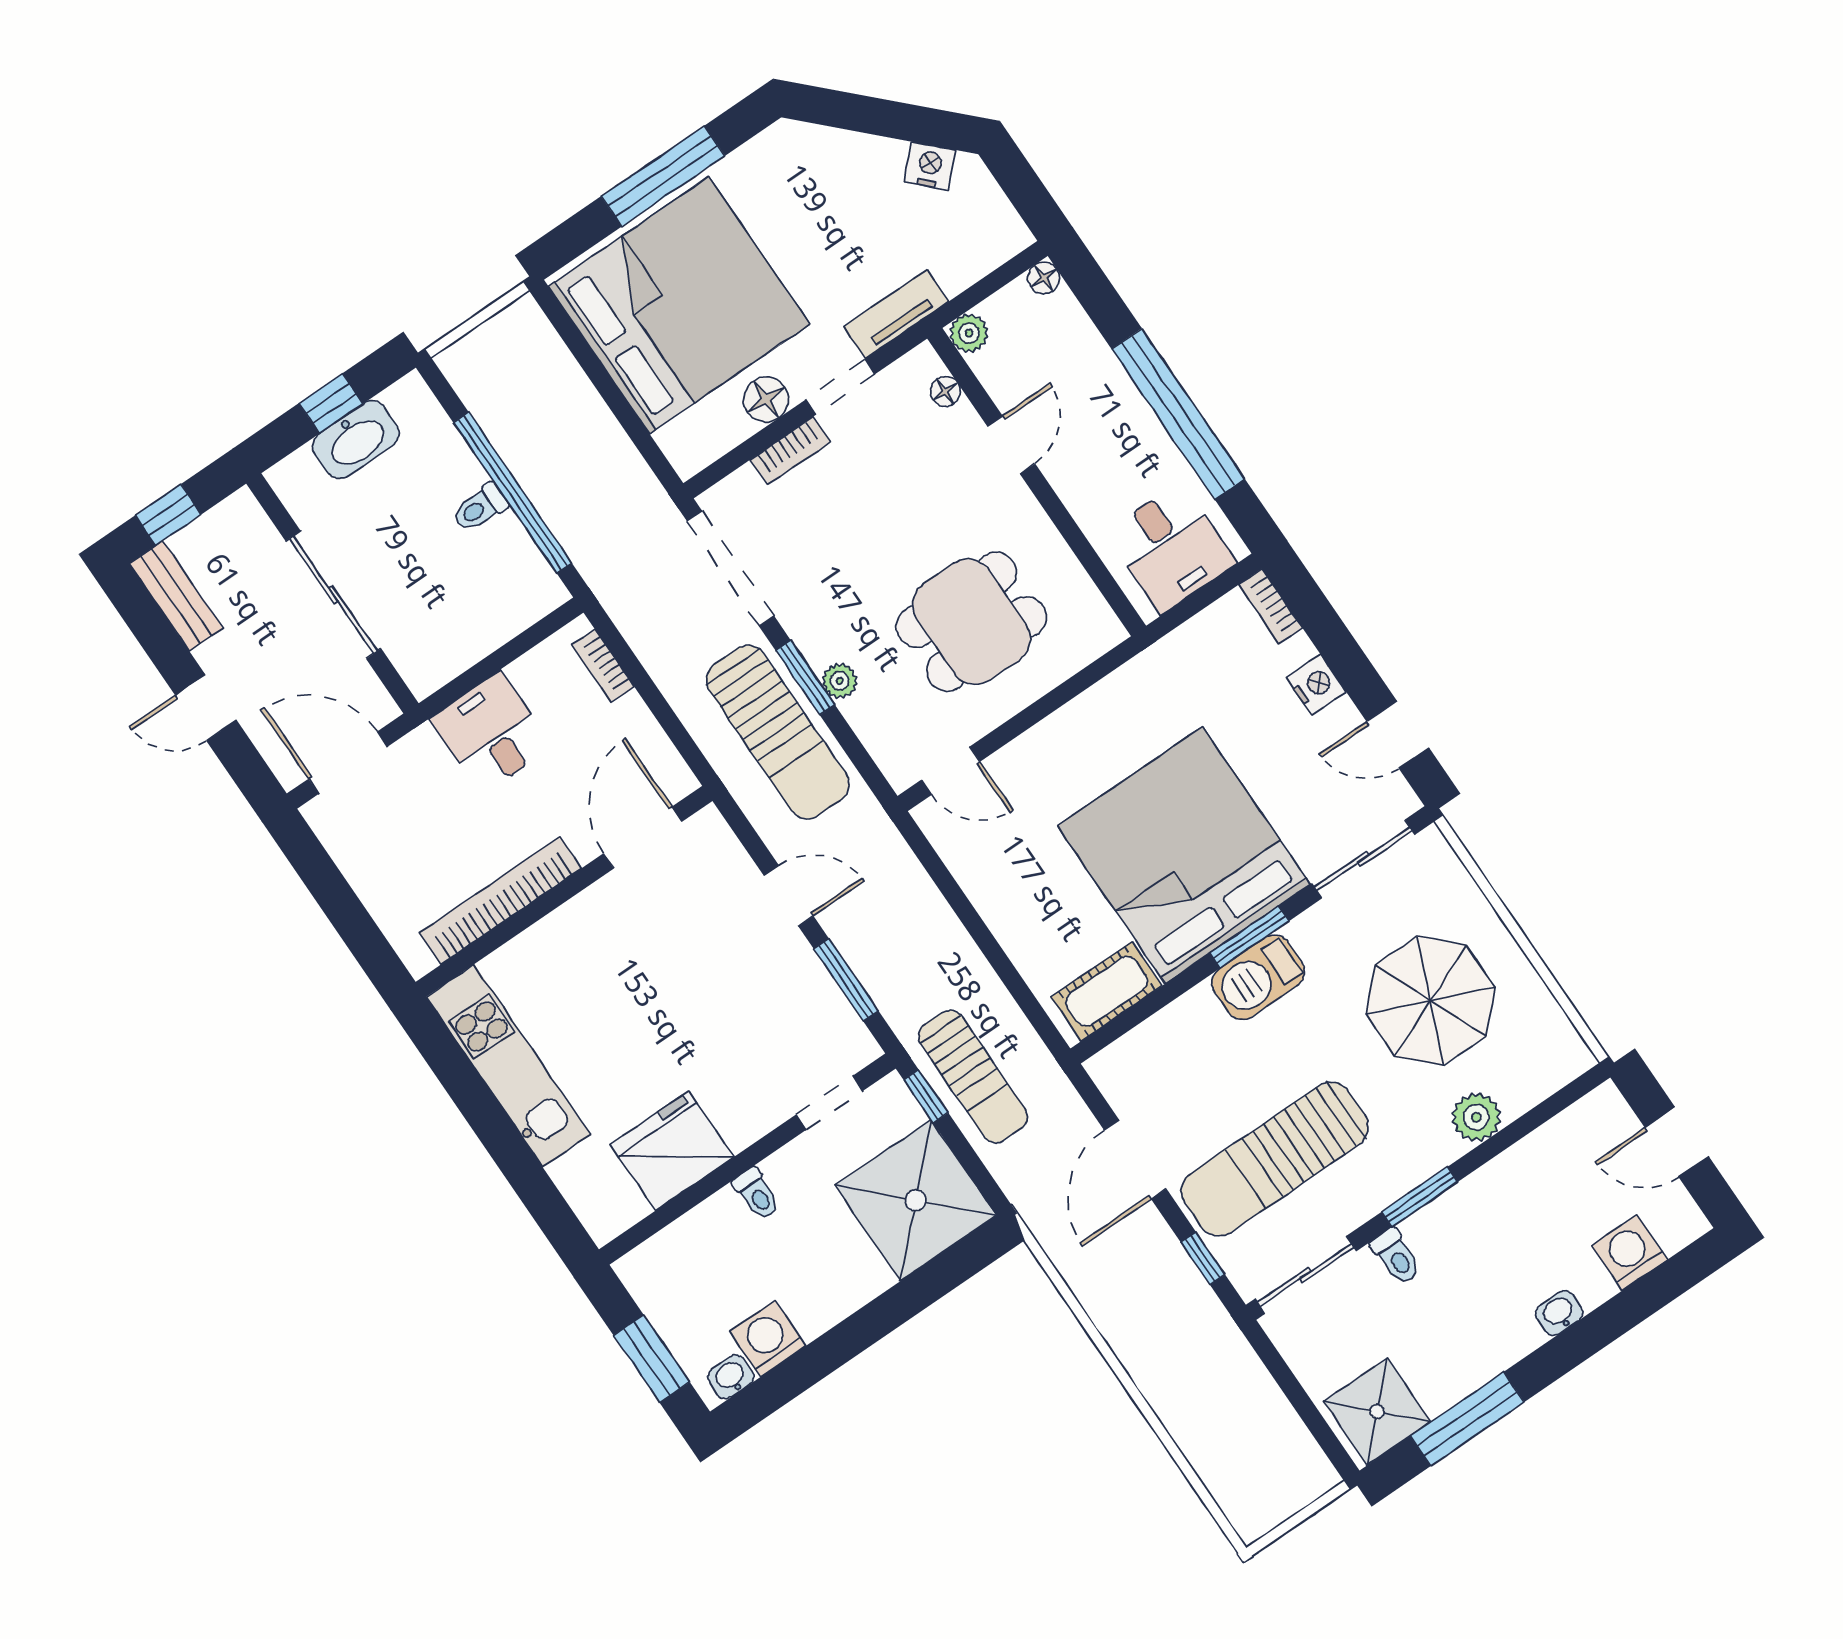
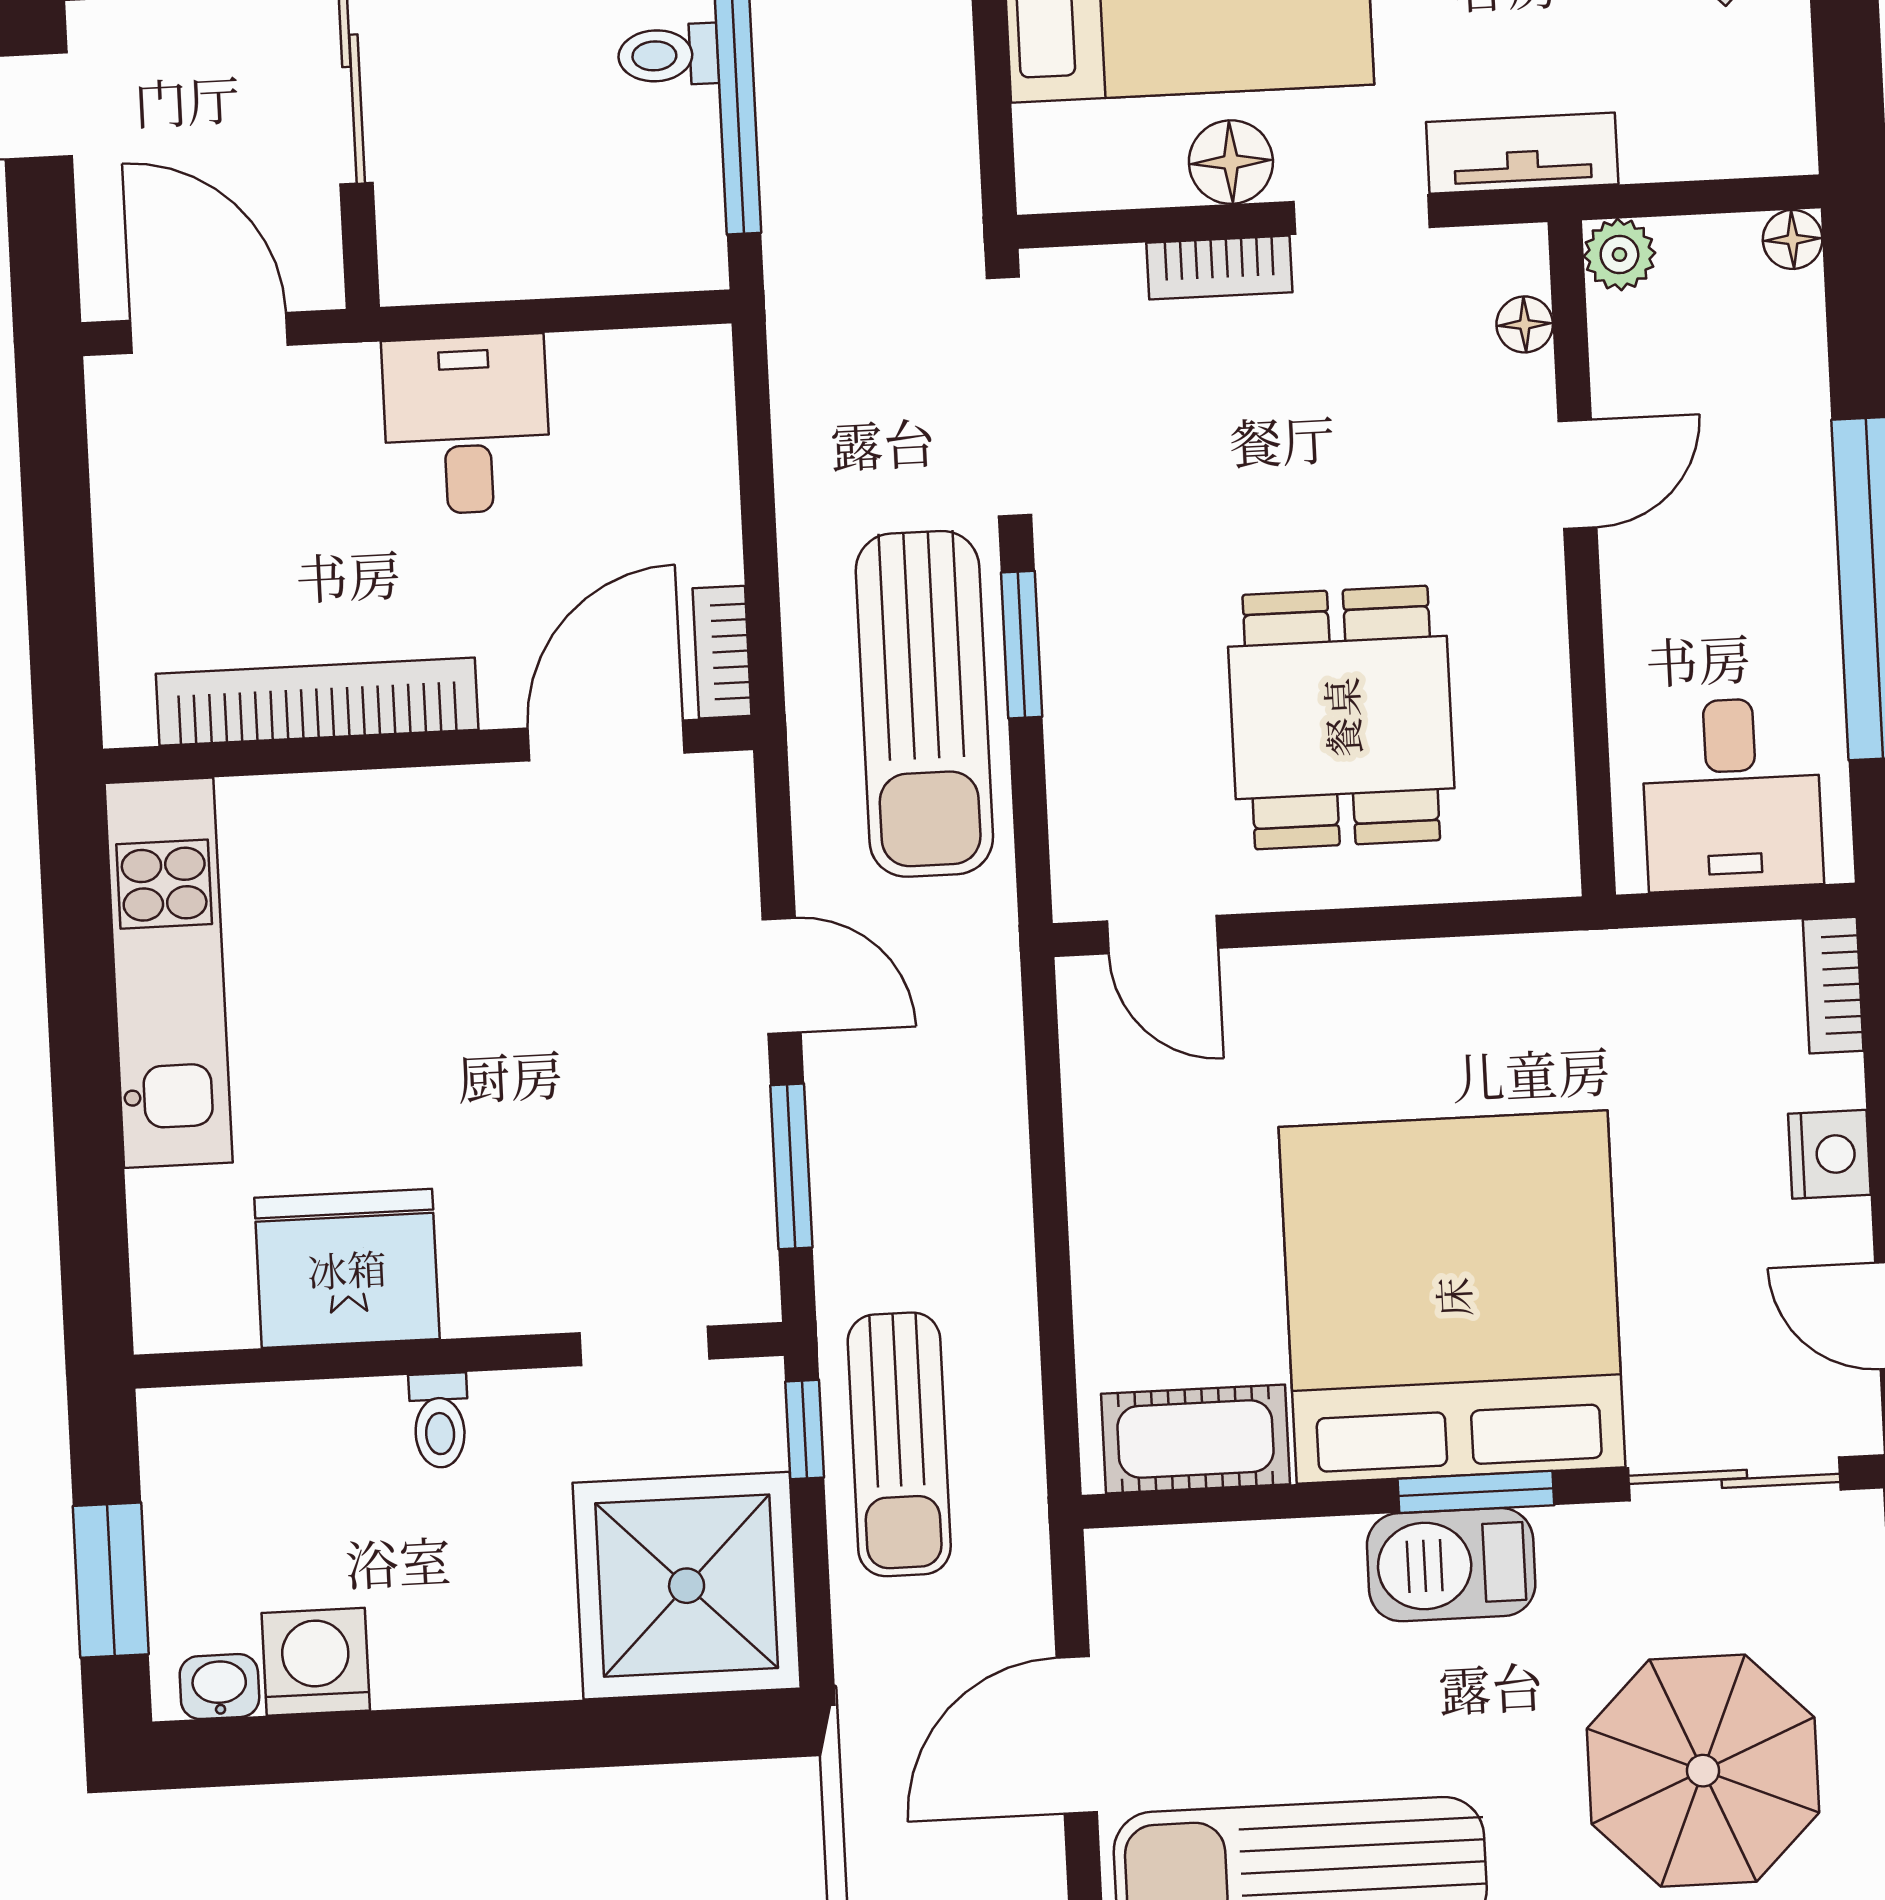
dining table: (972, 622) -> (1341, 717), turned 90
bookcase: (603, 666) -> (722, 652), moved
plant: (840, 681) -> (1073, 683), removed

